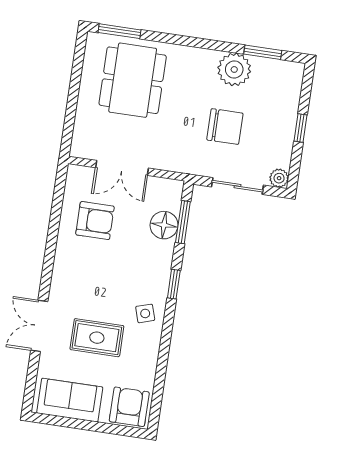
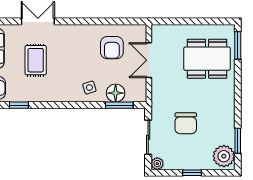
plant: (234, 69) -> (224, 156), moved
window: (174, 284) -> (19, 105), moved
side table: (145, 313) -> (89, 88), moved

